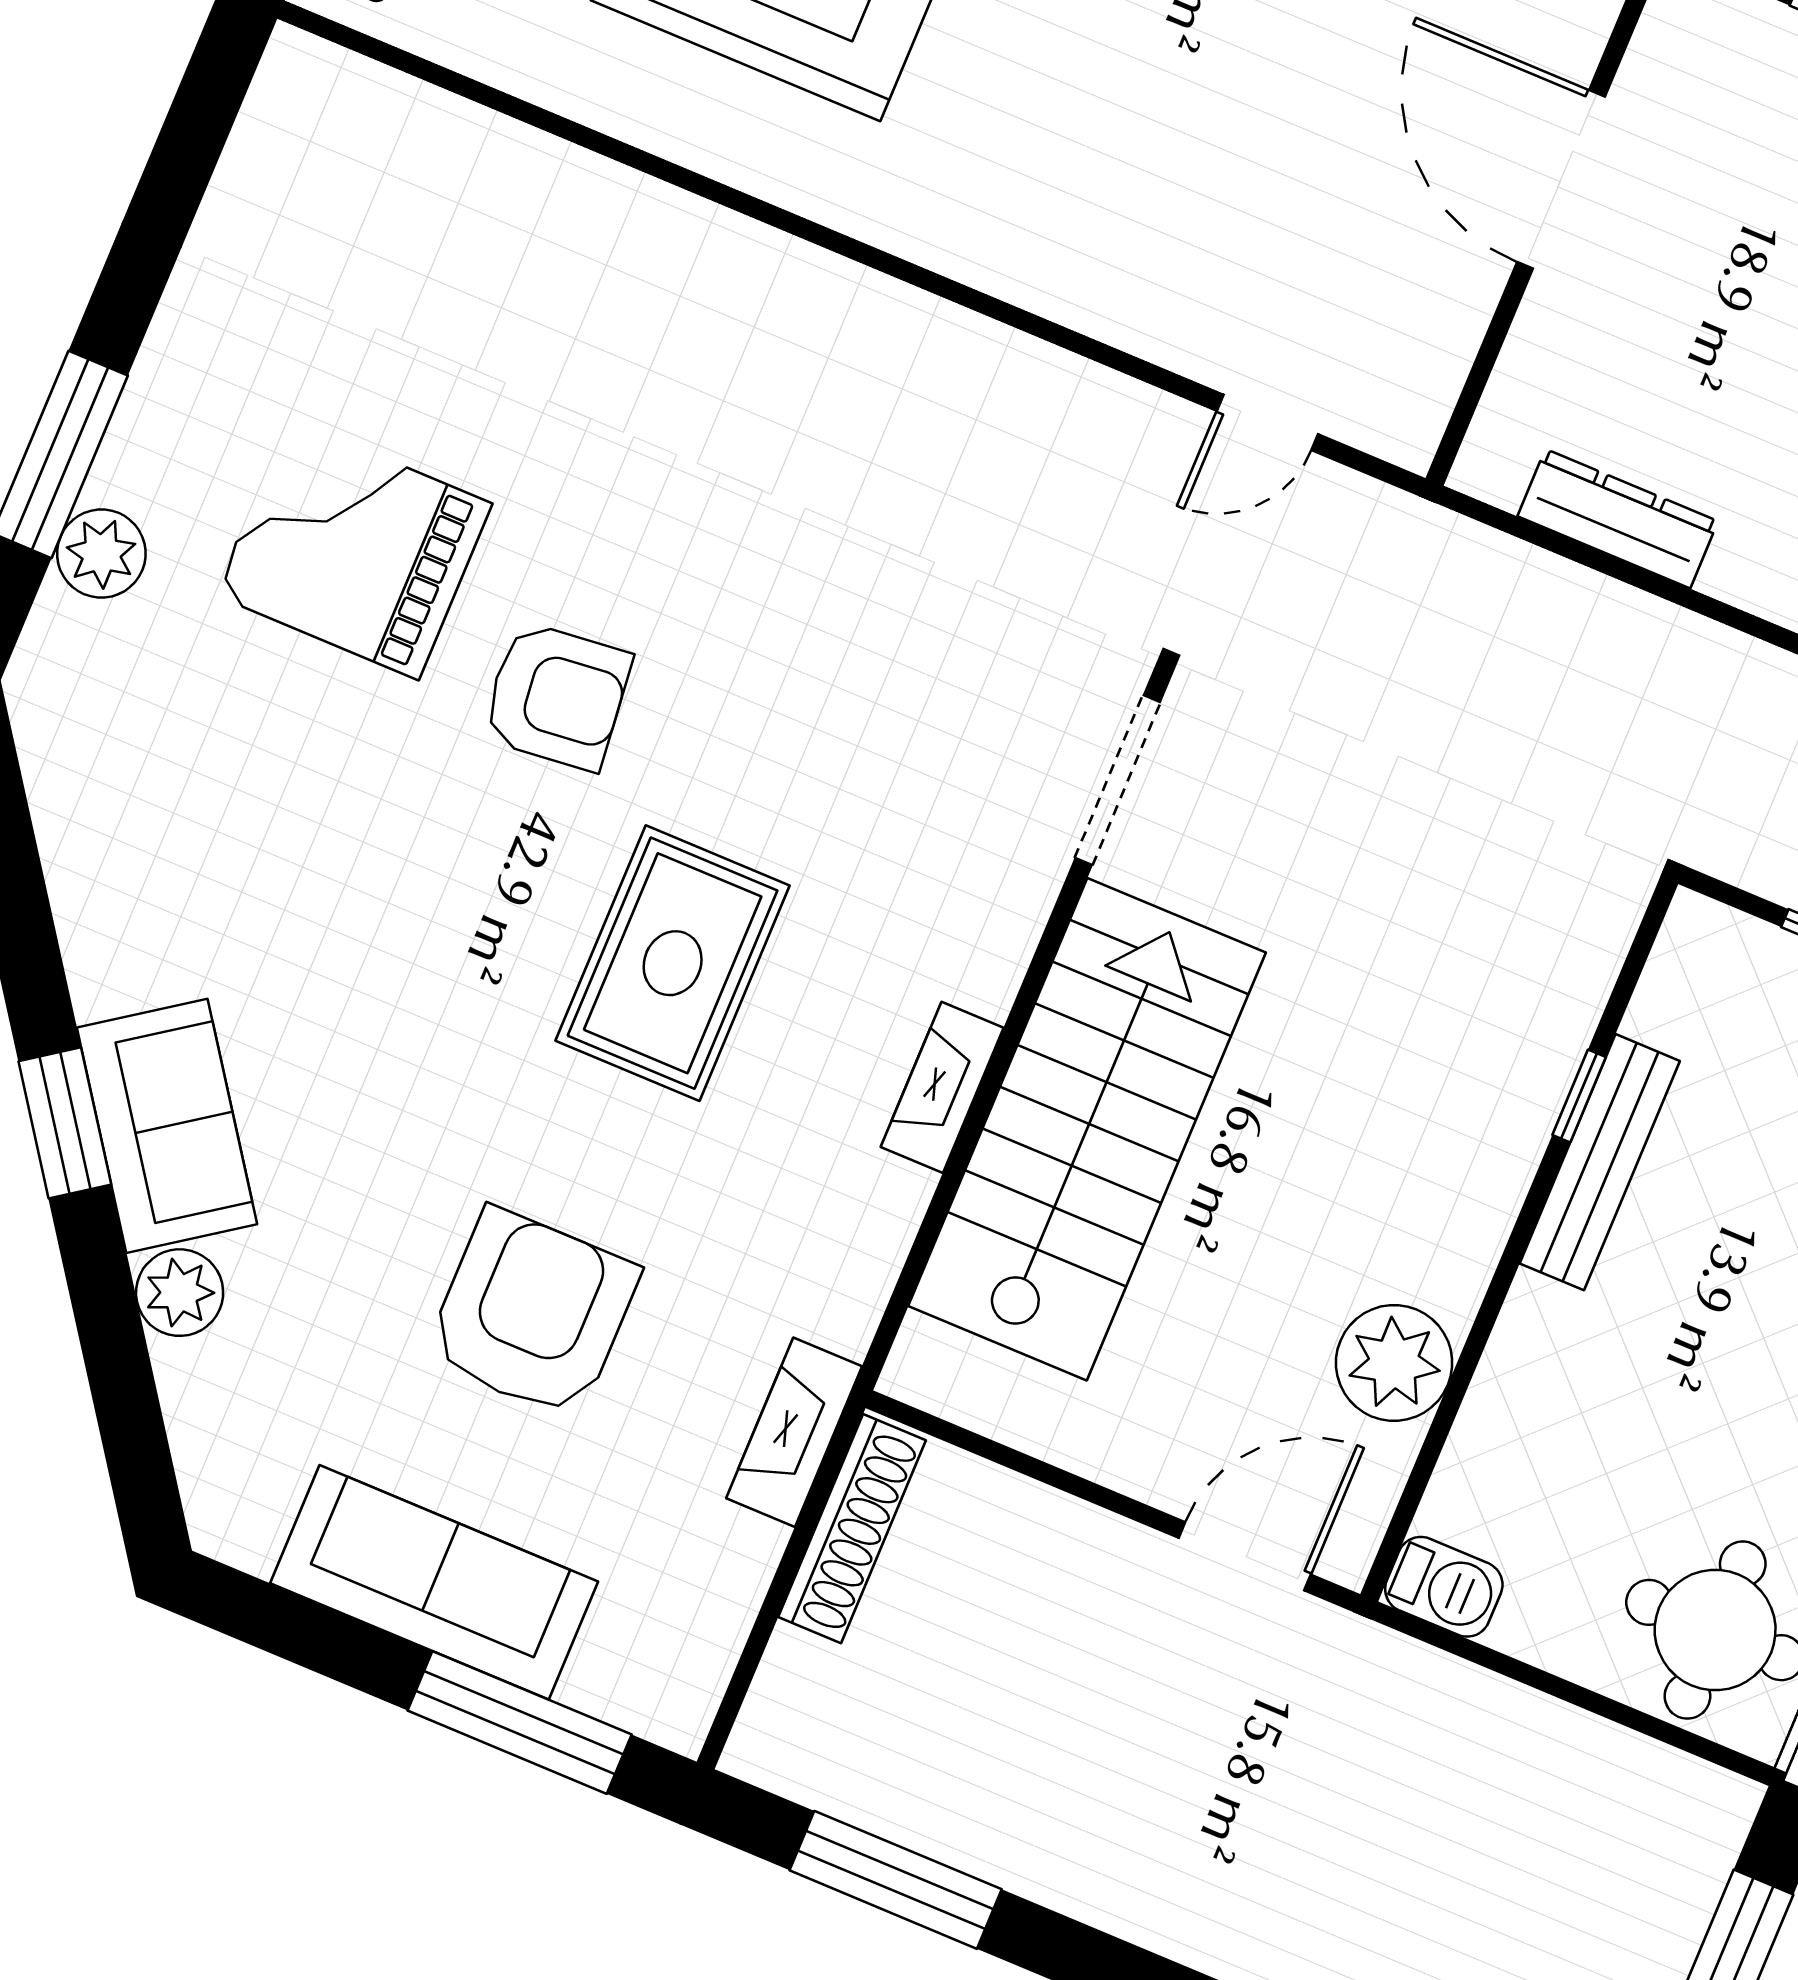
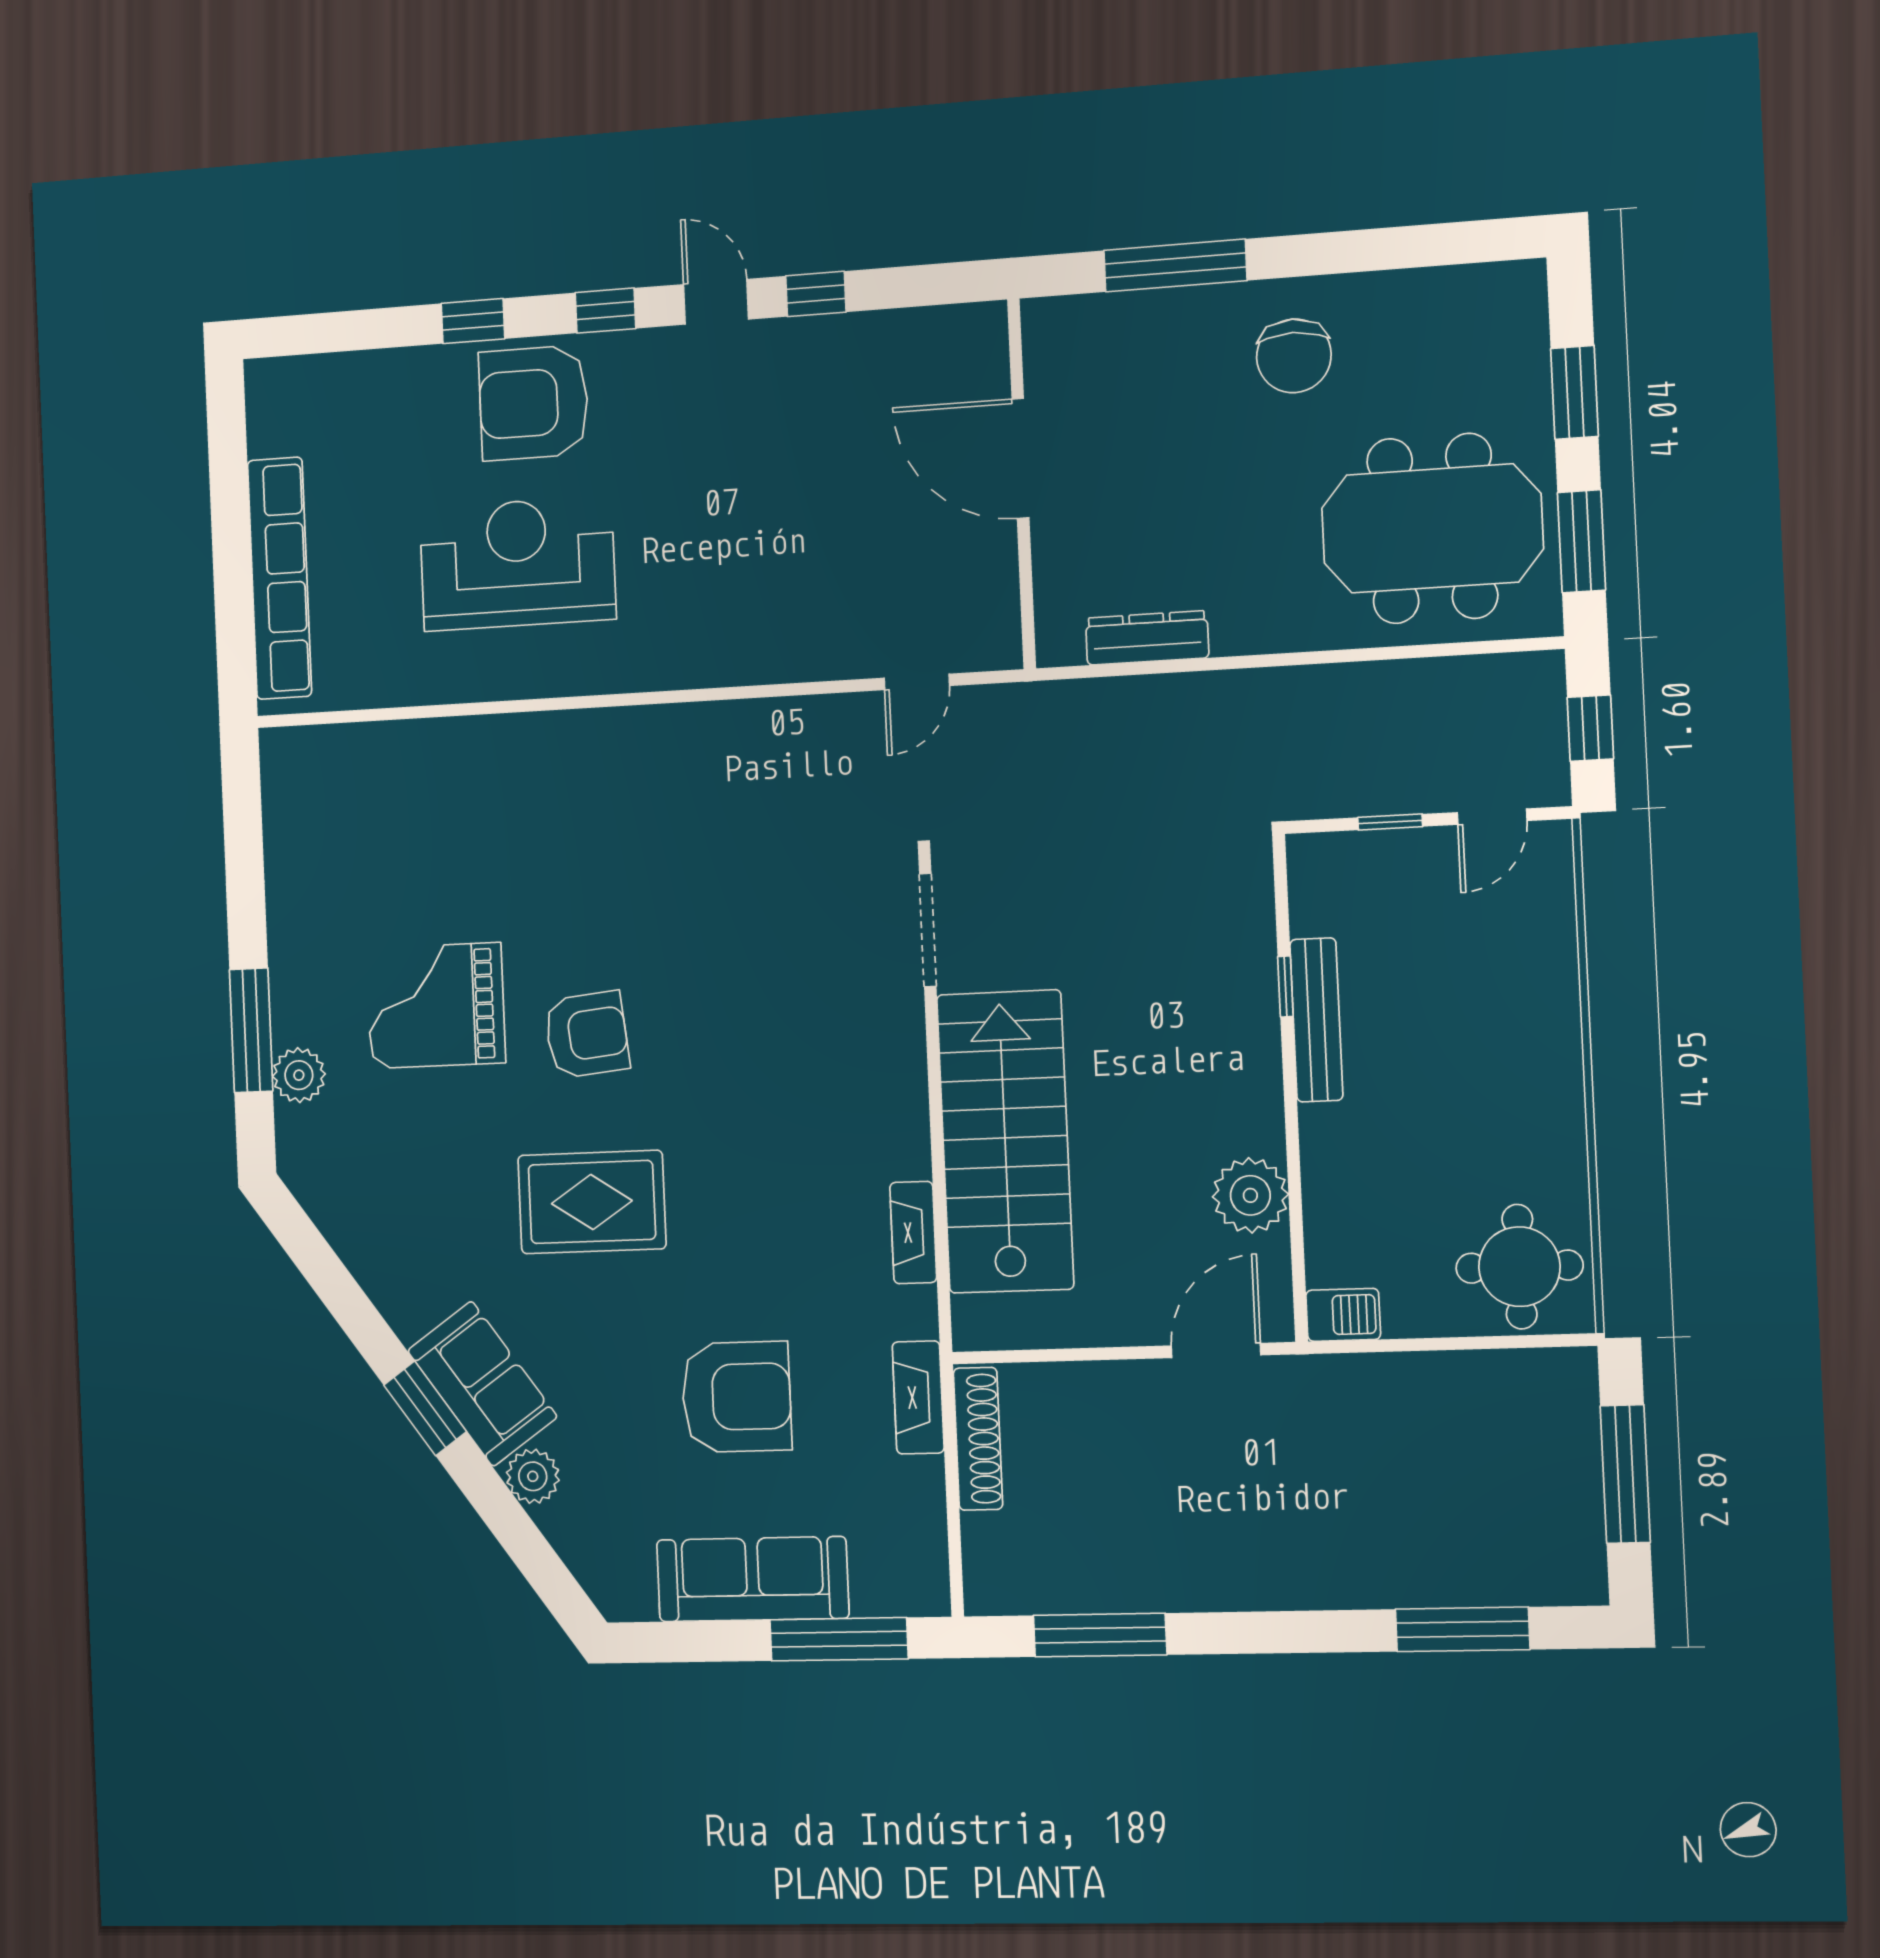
rug: (673, 963) -> (592, 1202), moved, turned 90
fireplace: (942, 1087) -> (913, 1232), moved
armchair: (532, 1313) -> (736, 1397), turned 90

